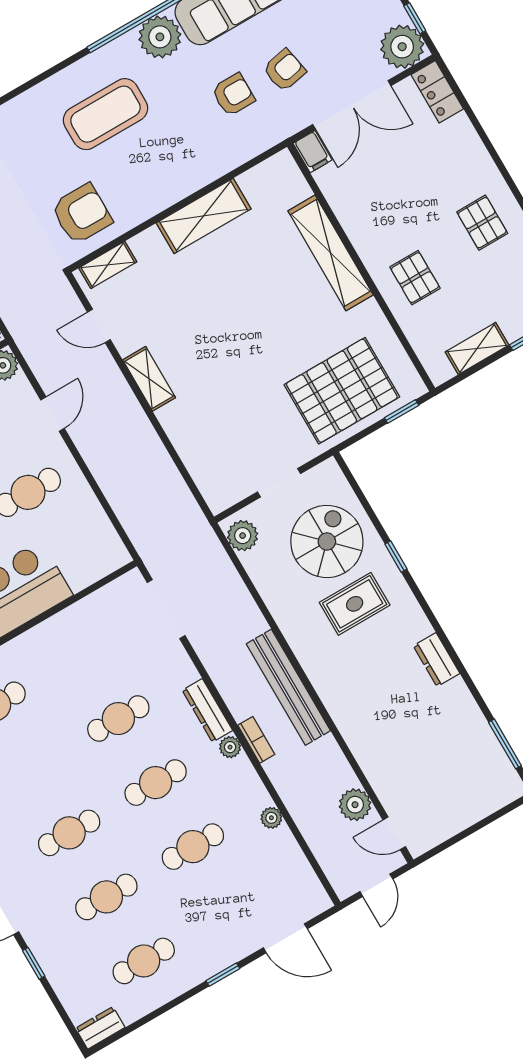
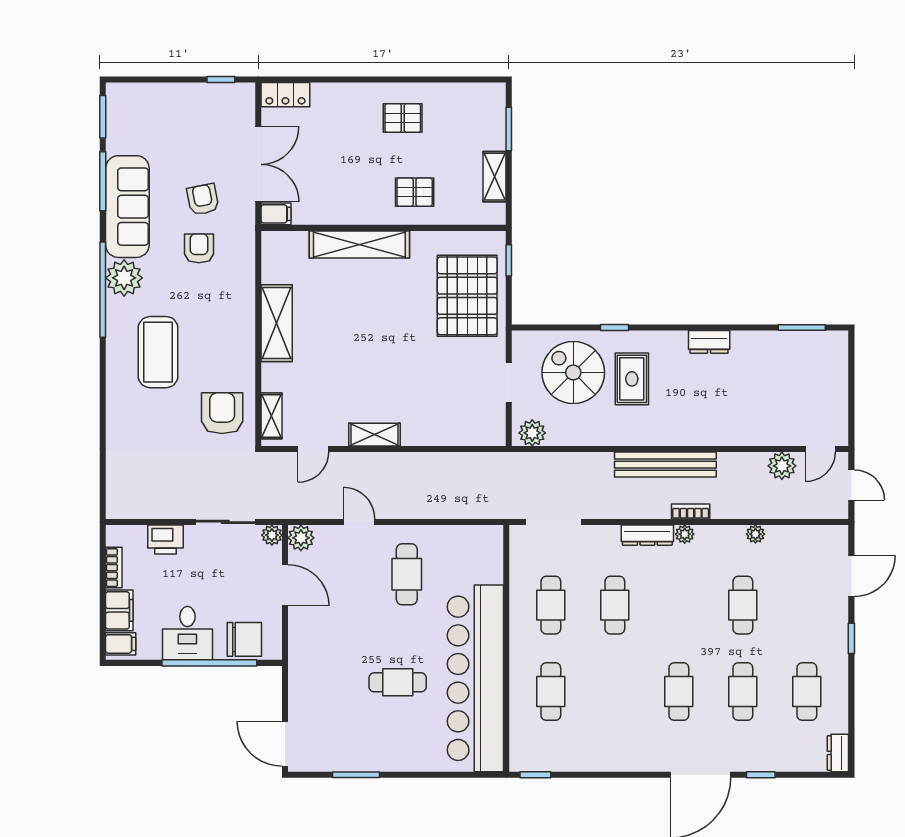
plant: (402, 47) -> (237, 101), removed
cafe table: (156, 783) -> (551, 605), moved

